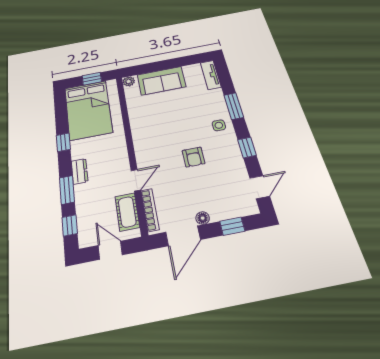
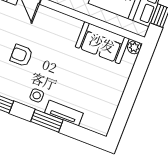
tv unit: (211, 75) -> (64, 113), moved
sofa: (161, 81) -> (102, 43), moved, turned -90

